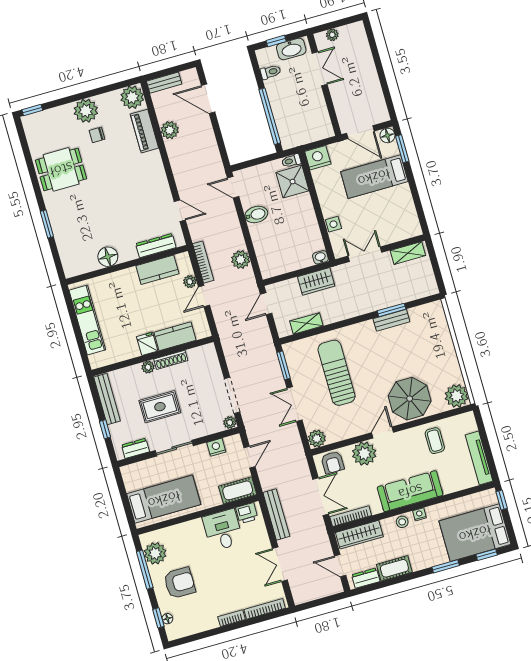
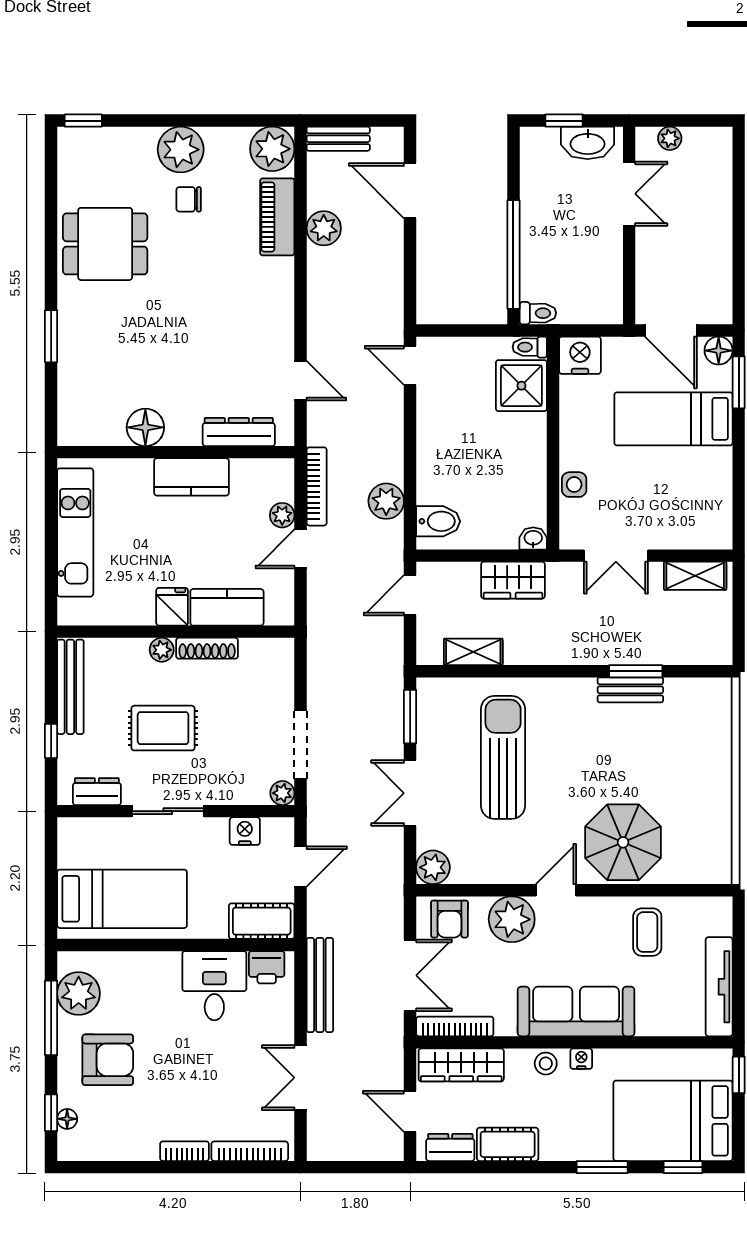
toilet: (271, 72) -> (538, 313), moved
bidet: (256, 214) -> (438, 521), moved
double door: (365, 254) -> (616, 556), swing flipped
kitchen counter: (157, 270) -> (191, 477), moved
plant: (457, 396) -> (710, 862), removed

